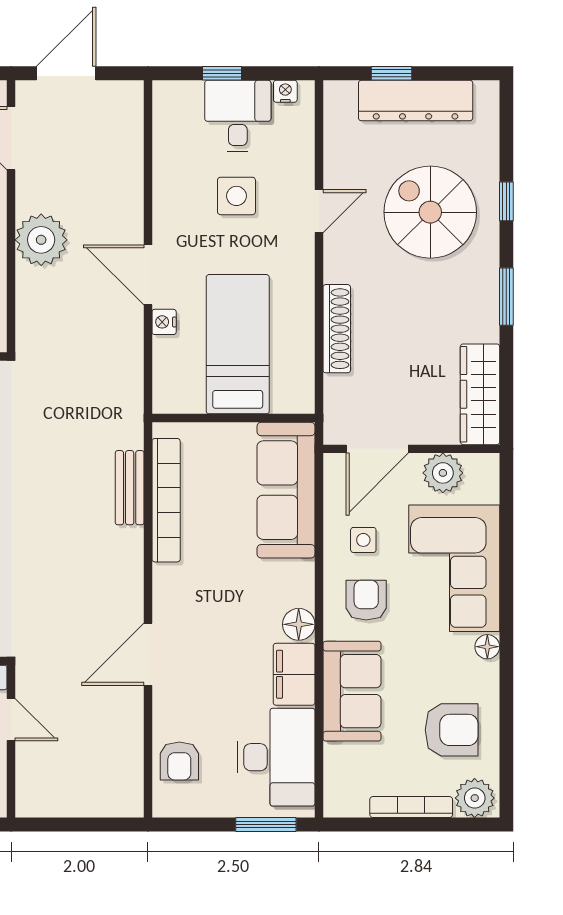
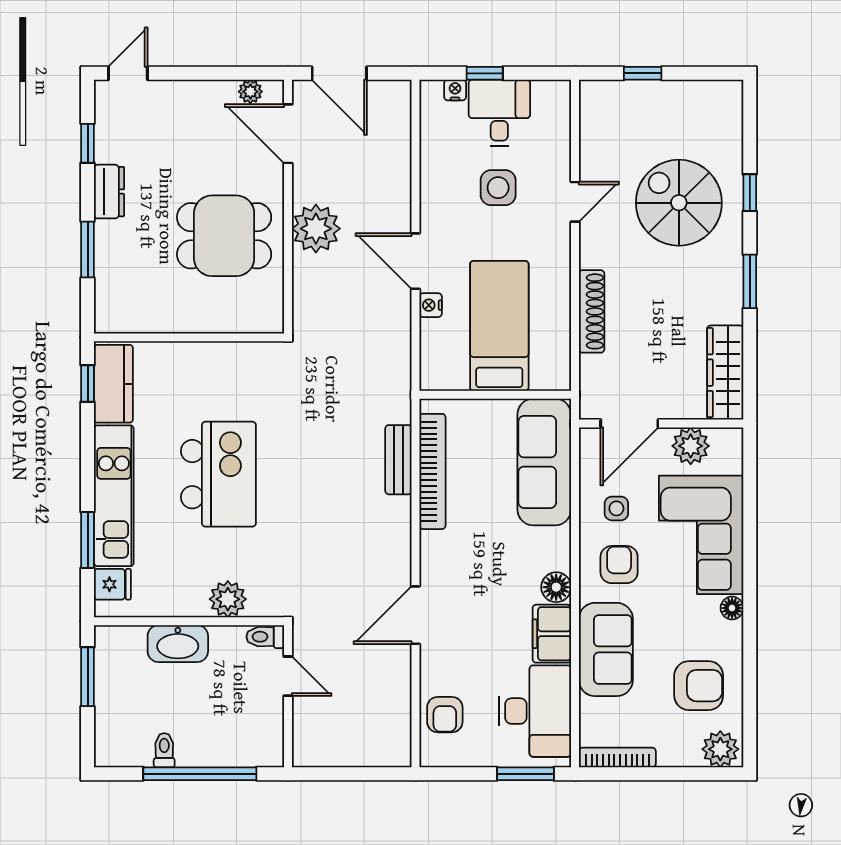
door: (66, 73) -> (339, 73), swing flipped
nightstand: (285, 91) -> (455, 90), moved
dresser: (416, 101) -> (665, 99), removed
bookcase: (411, 807) -> (617, 758), moved

